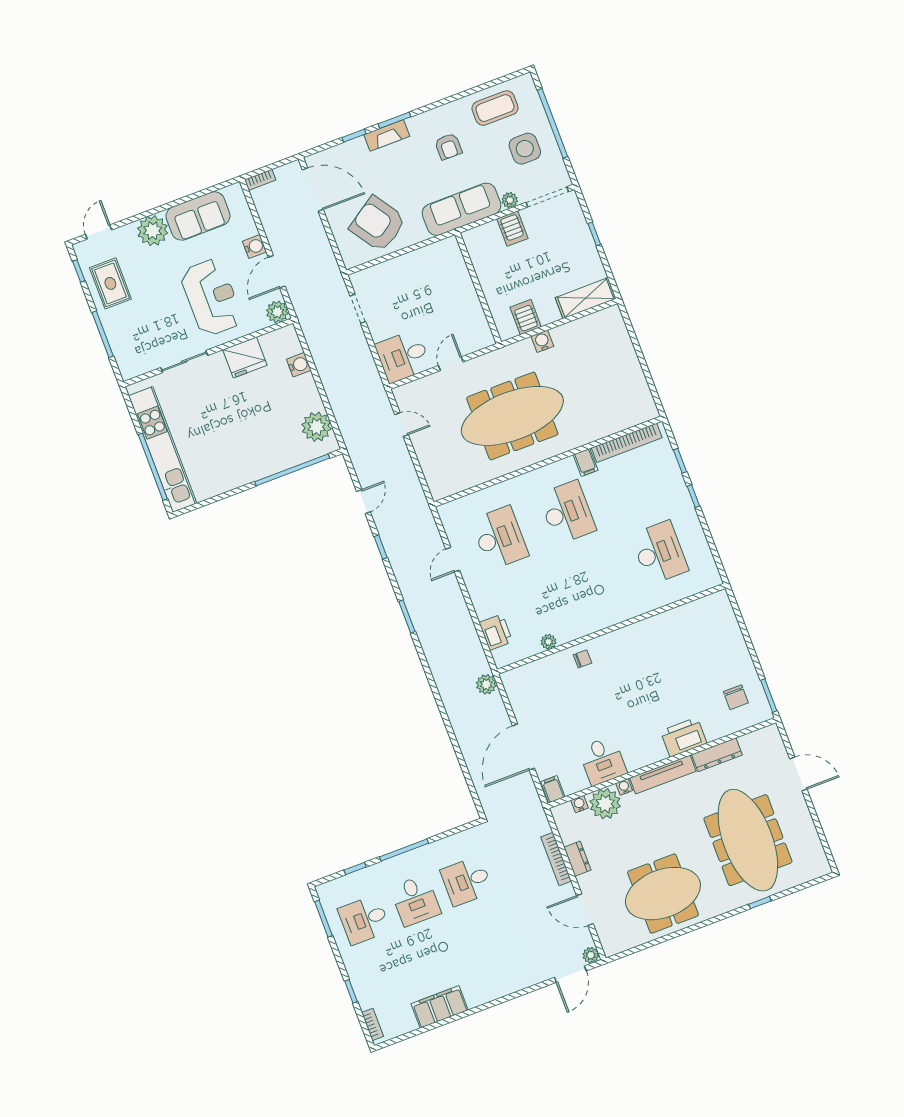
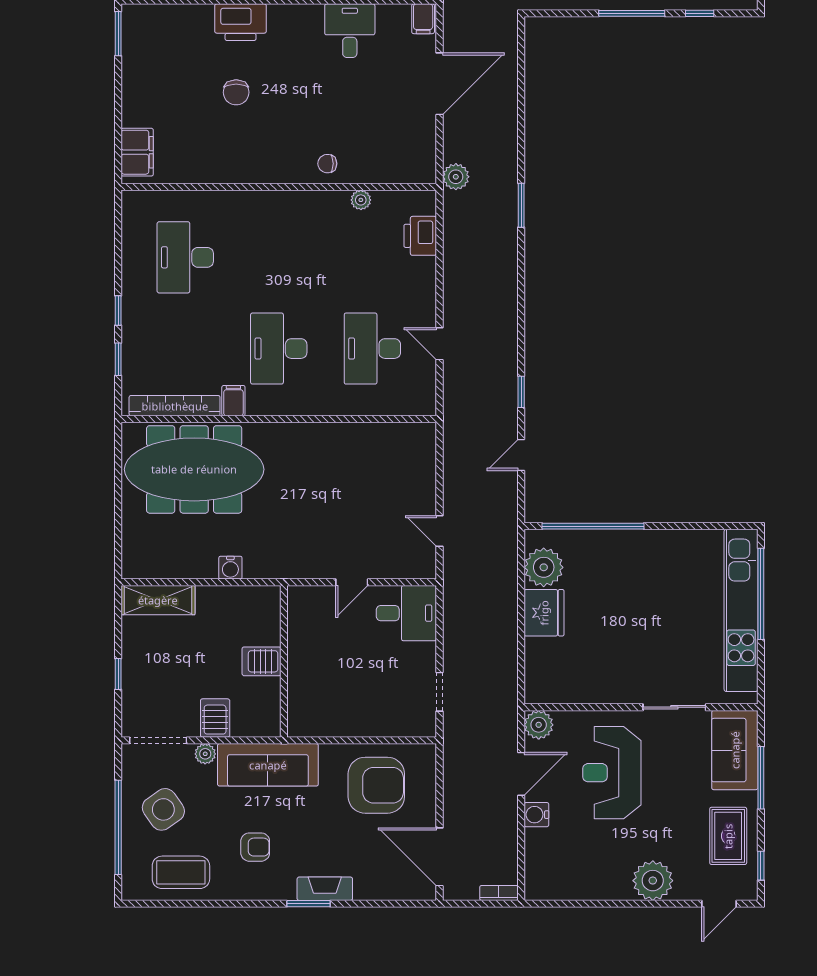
window: (354, 136) -> (365, 904), removed
armchair: (448, 146) -> (255, 847), turned 90
side table: (525, 149) -> (163, 809), turned -35
sofa: (198, 216) -> (735, 750), moved, turned -90
armchair: (378, 224) -> (376, 785), turned -56
server rack: (526, 317) -> (261, 661), moved, turned 90
fridge: (245, 357) -> (544, 613), moved, turned 90
water cooler: (299, 365) -> (537, 651), removed
meeting table: (512, 416) -> (194, 469), moved
door: (453, 560) -> (439, 344), swing flipped
filing cabinet: (723, 615) -> (137, 152), added
window: (407, 616) -> (521, 205), moved
chair: (736, 697) -> (236, 92), moved, turned 180

